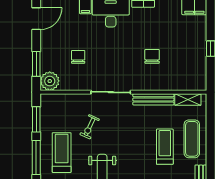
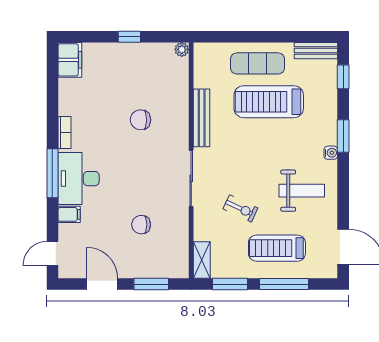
door: (36, 19) -> (102, 284), moved
plant: (50, 81) -> (182, 49), moved, width x0.53, depth x0.53
shelving: (188, 100) -> (202, 260), moved
treadmill: (165, 147) -> (269, 102), width x1.37, depth x1.38

